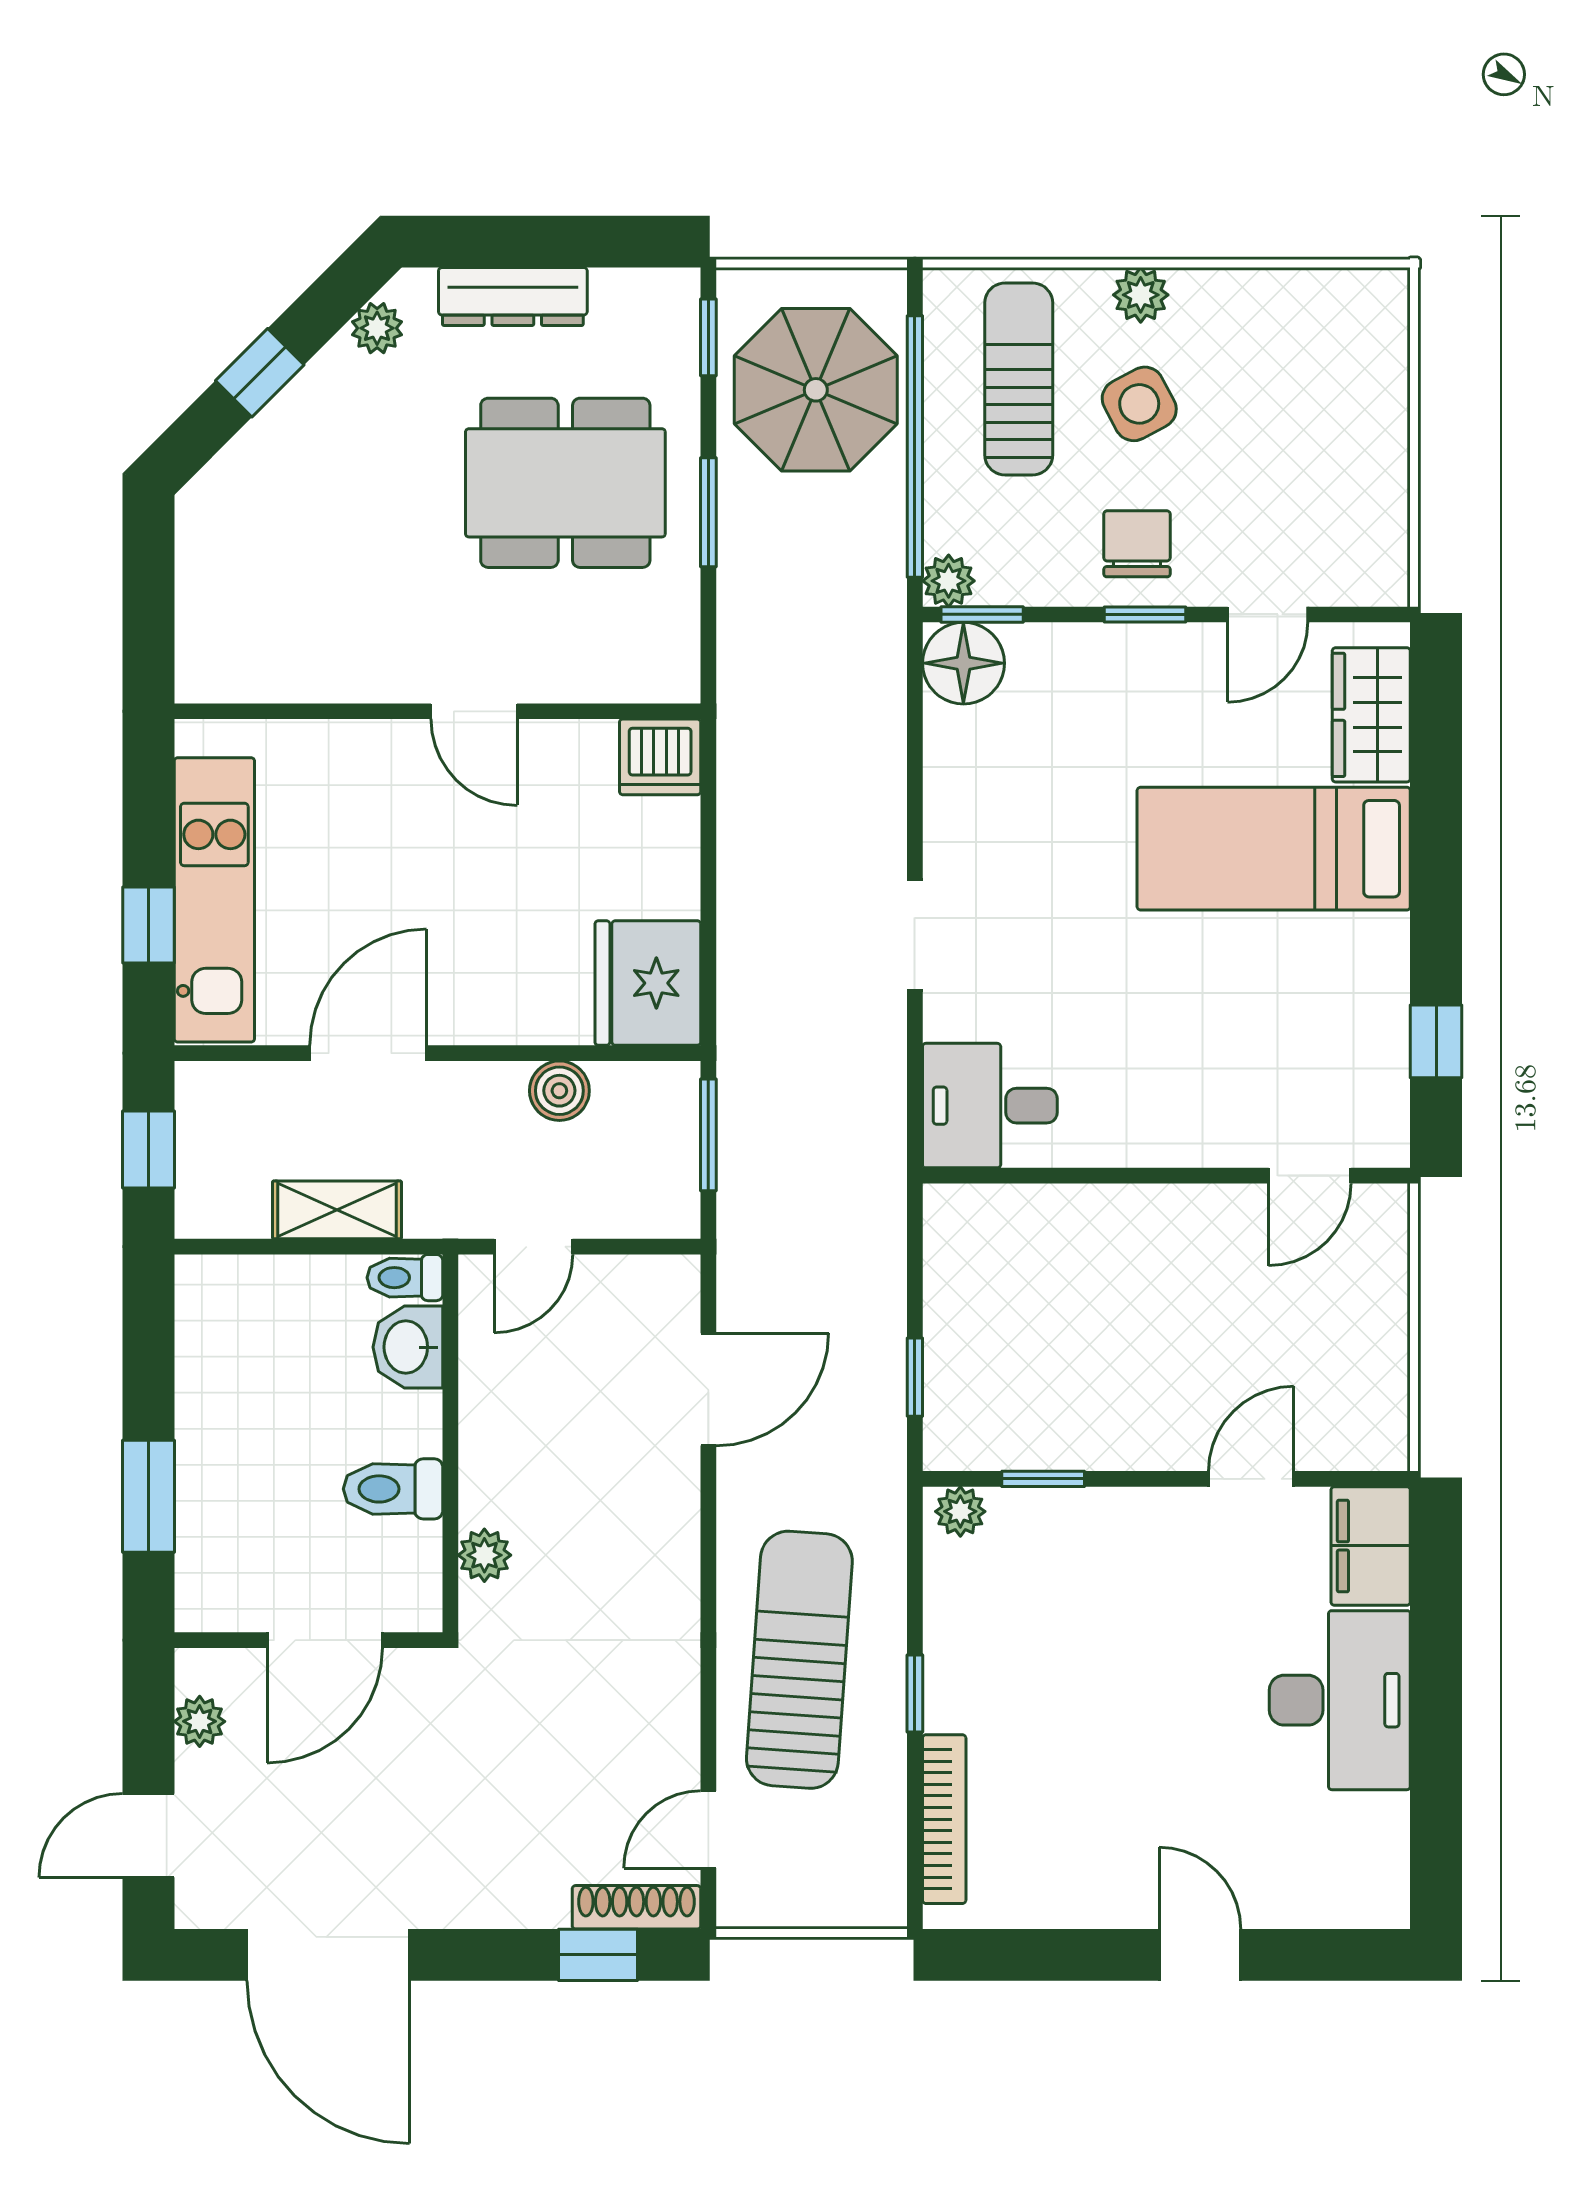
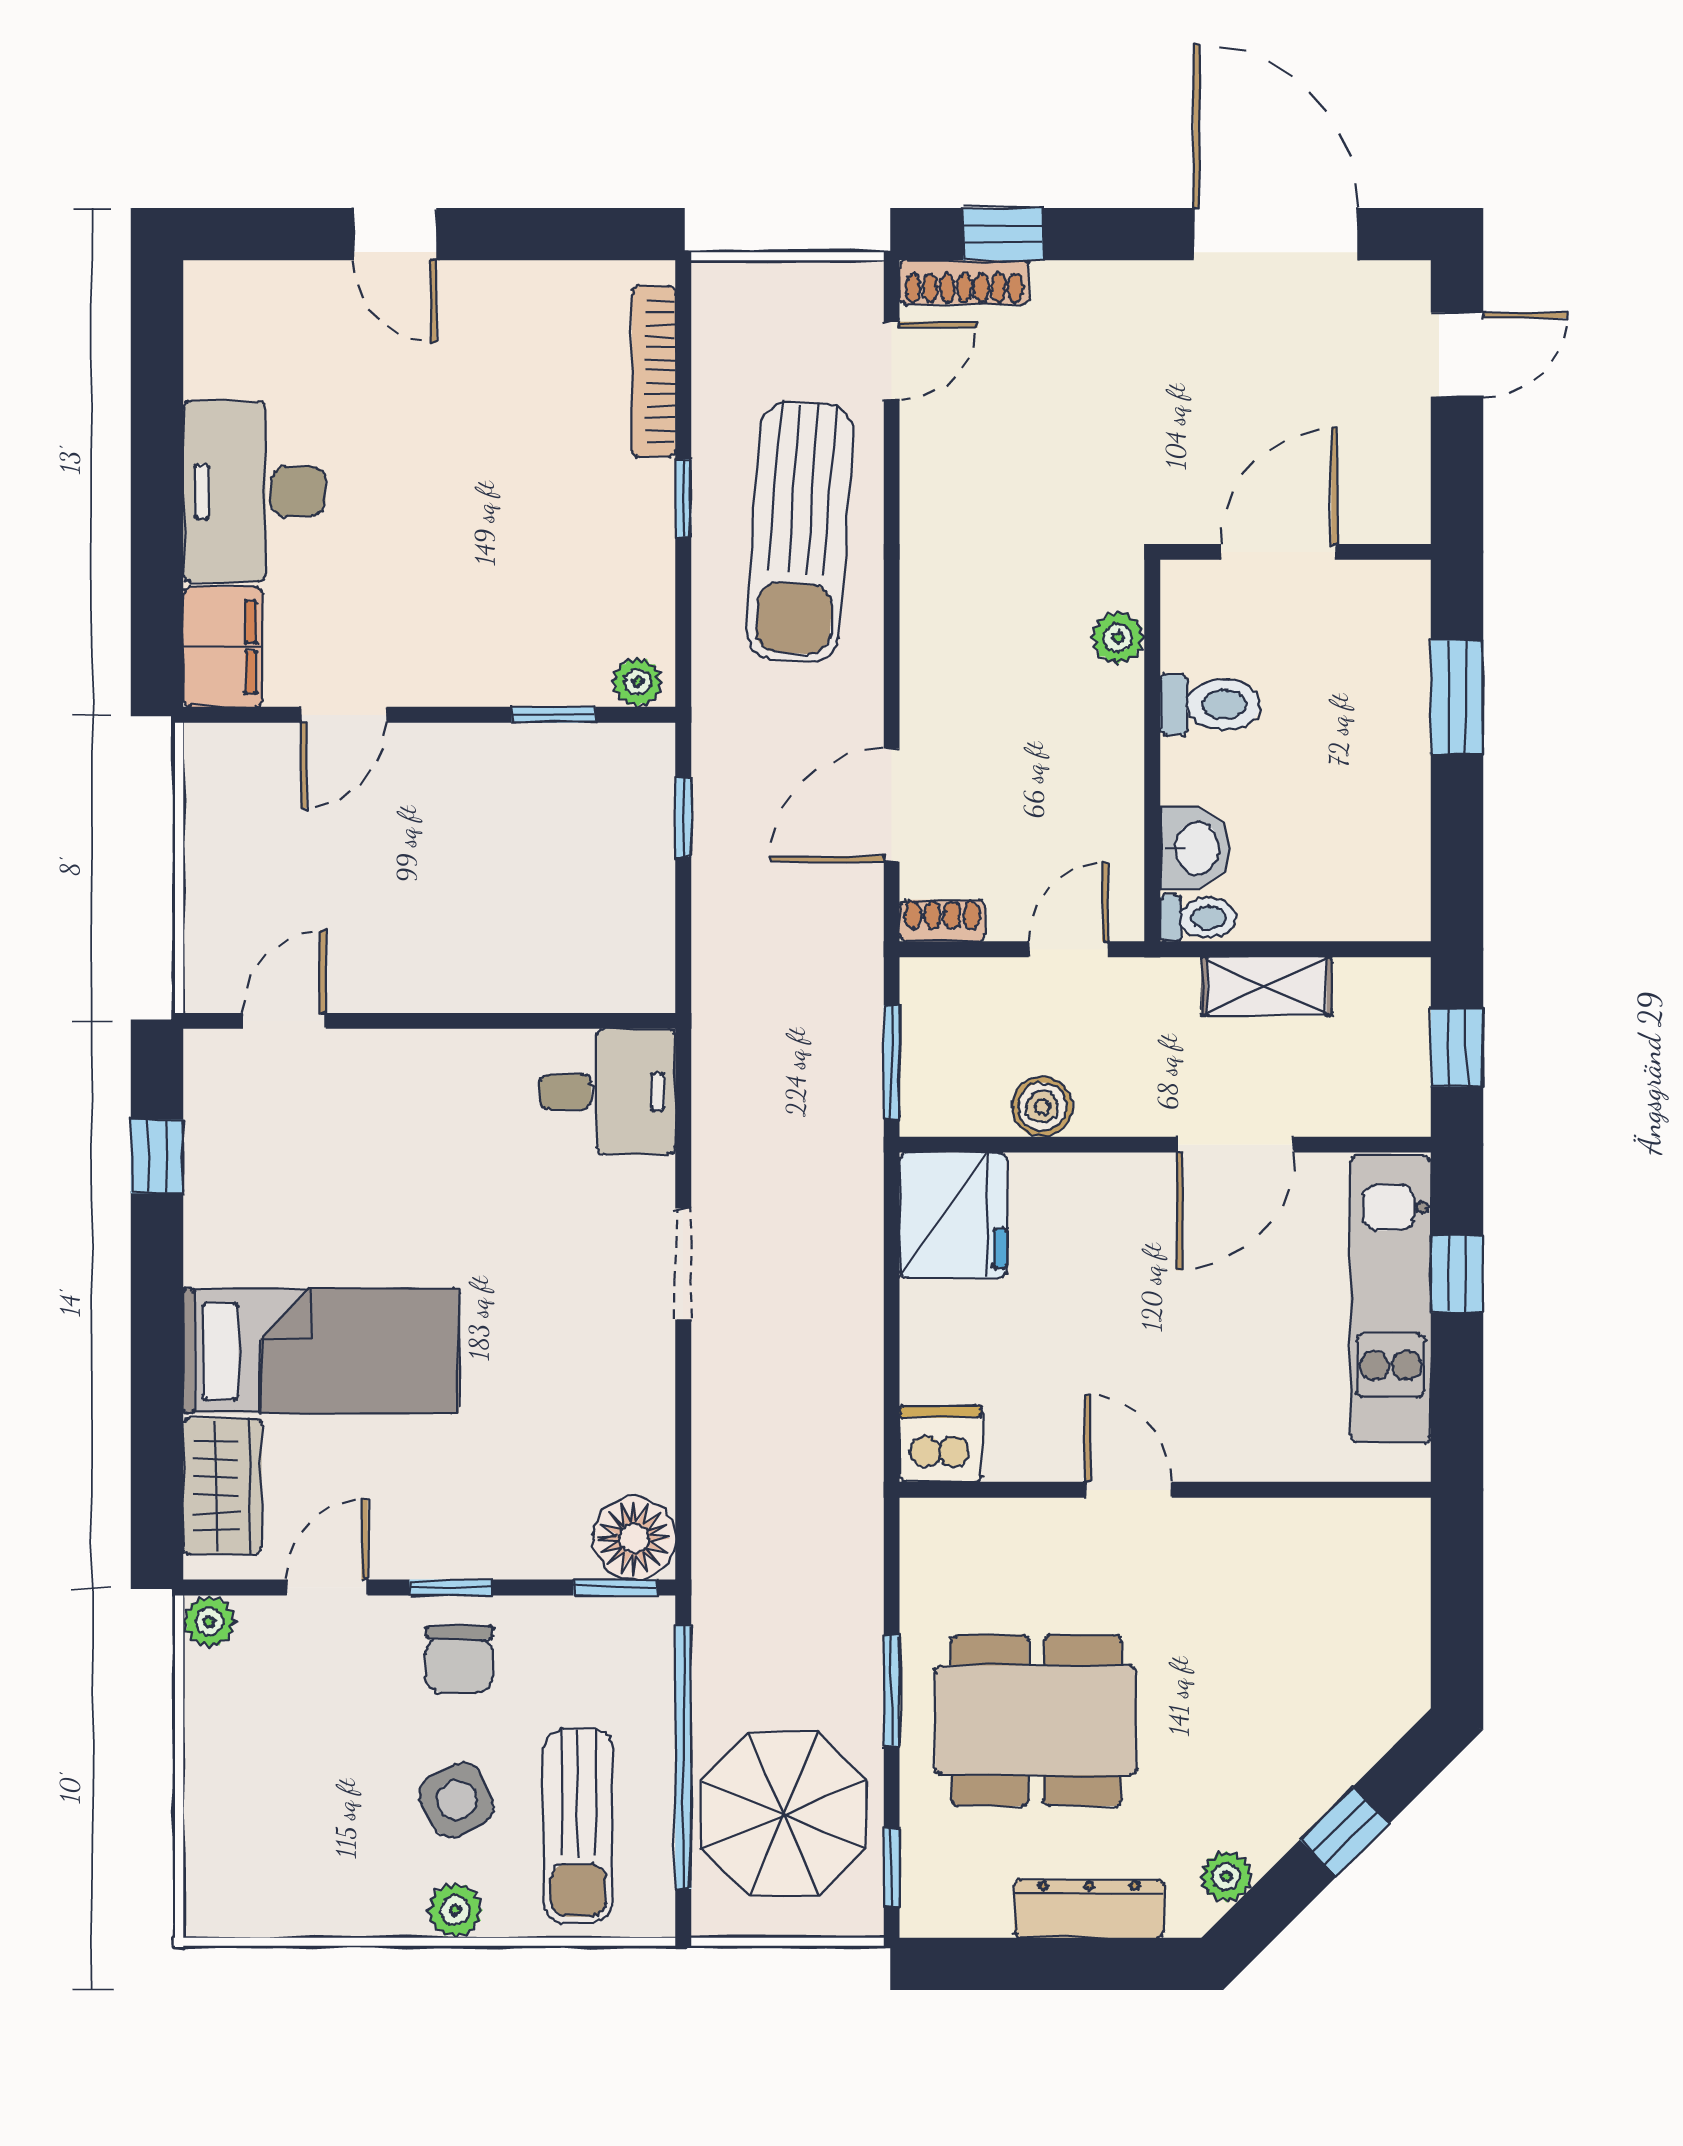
plant: (949, 581) -> (209, 1622), moved
shoe rack: (658, 1275) -> (942, 921), added
plant: (200, 1721) -> (1405, 470), removed

